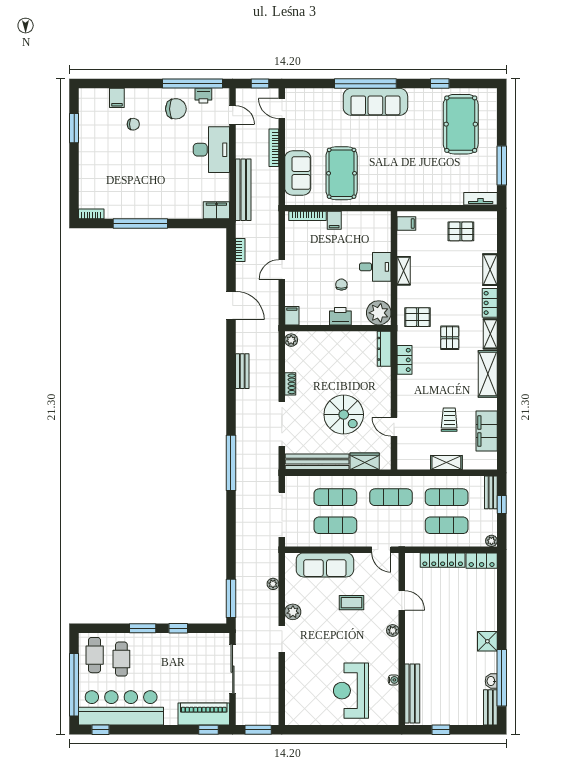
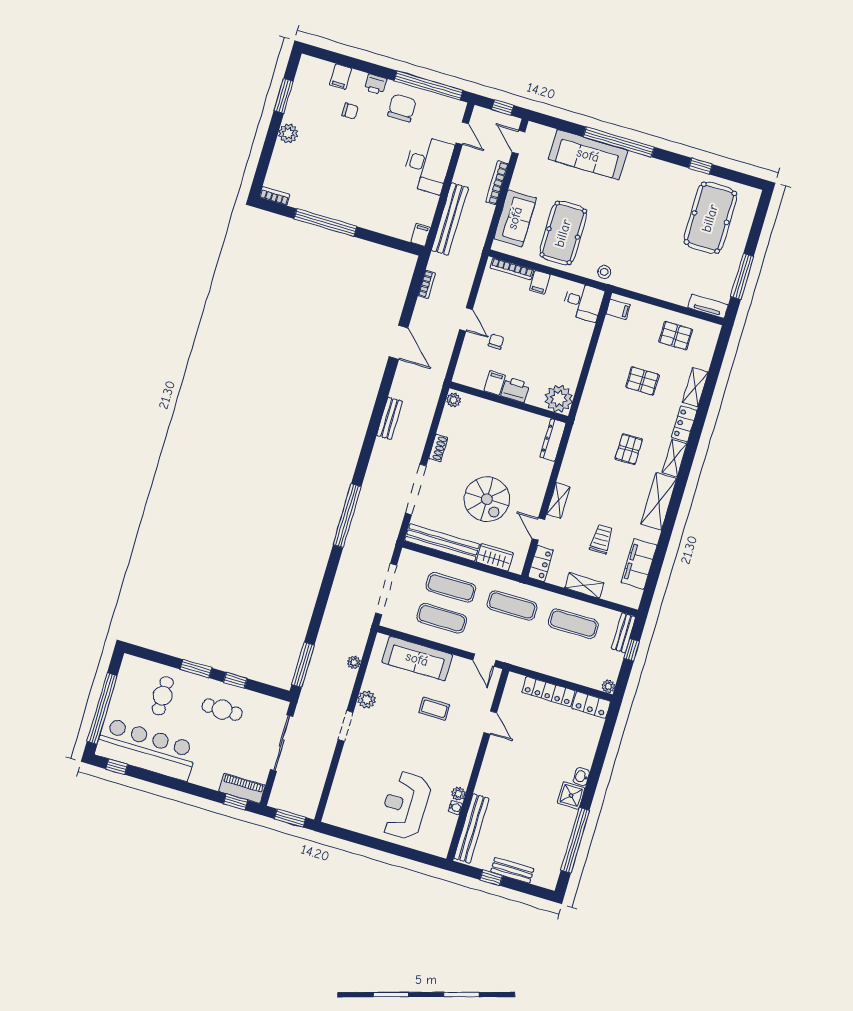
printer: (203, 96) -> (375, 84), moved
sofa: (375, 102) -> (588, 155), moved
chair: (176, 109) -> (402, 108), turned -90
plant: (87, 158) -> (288, 133), added
stool: (385, 196) -> (604, 272), added
filing cabinet: (216, 210) -> (421, 235), width x0.50
desk: (375, 267) -> (583, 302), moved
door: (282, 270) -> (466, 319), swing flipped
shelving: (404, 271) -> (558, 501), moved
chair: (341, 285) -> (496, 341), moved
filing cabinet: (292, 316) -> (495, 383), moved
pallet: (418, 317) -> (642, 381), moved
locker: (405, 360) -> (541, 564), moved
exercise mat: (447, 525) -> (564, 655), removed
plant: (393, 630) -> (458, 794), moved
cafe table: (95, 655) -> (222, 710), moved, turned 90
washbasin: (491, 681) -> (581, 777), moved
bench: (490, 707) -> (512, 870), moved, turned 90
piano: (204, 714) -> (242, 788), width x0.73, depth x0.75

